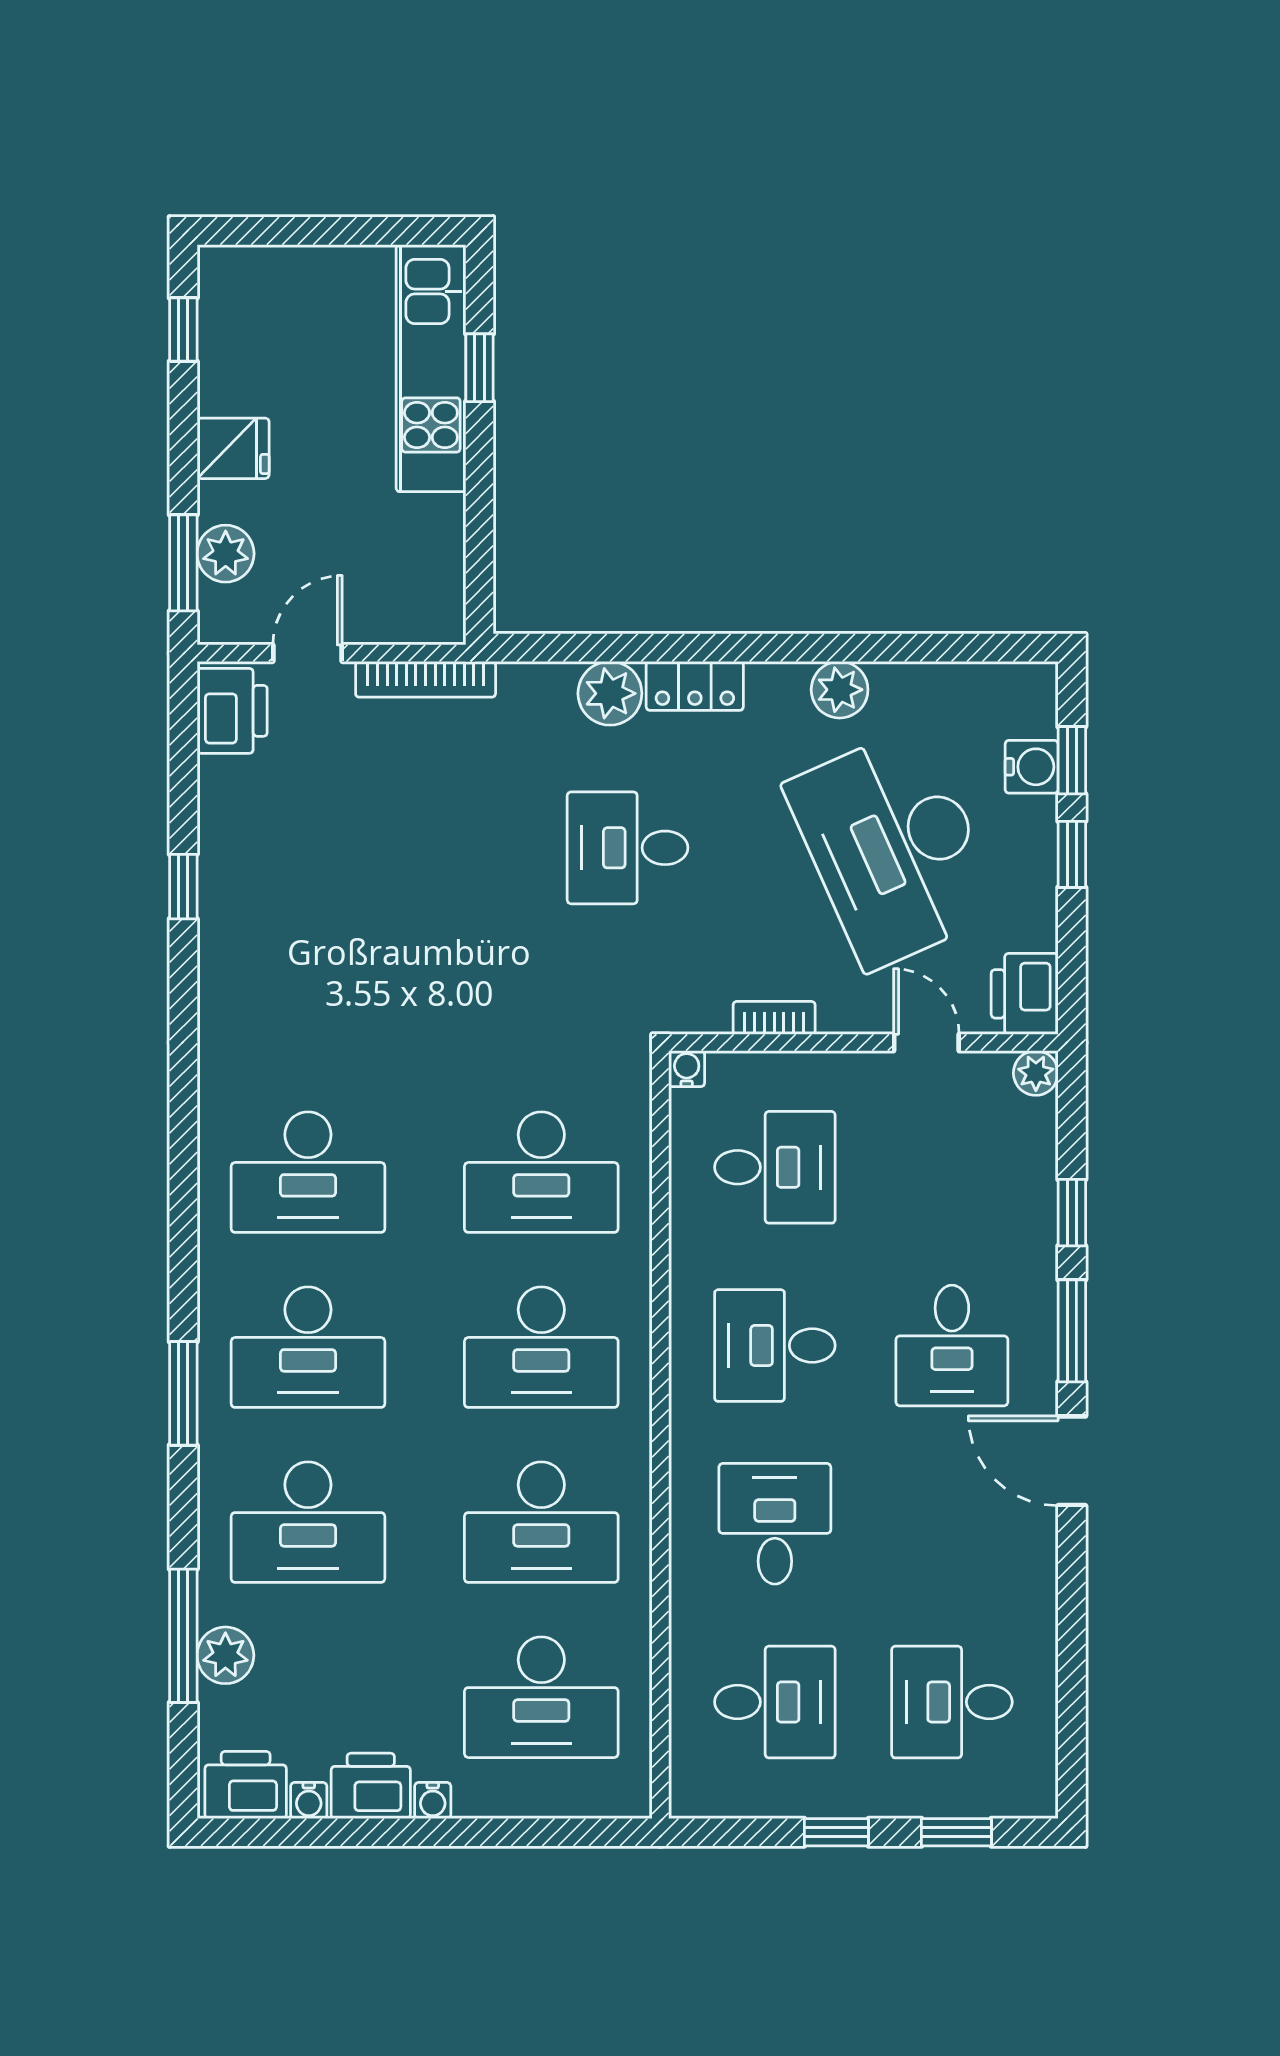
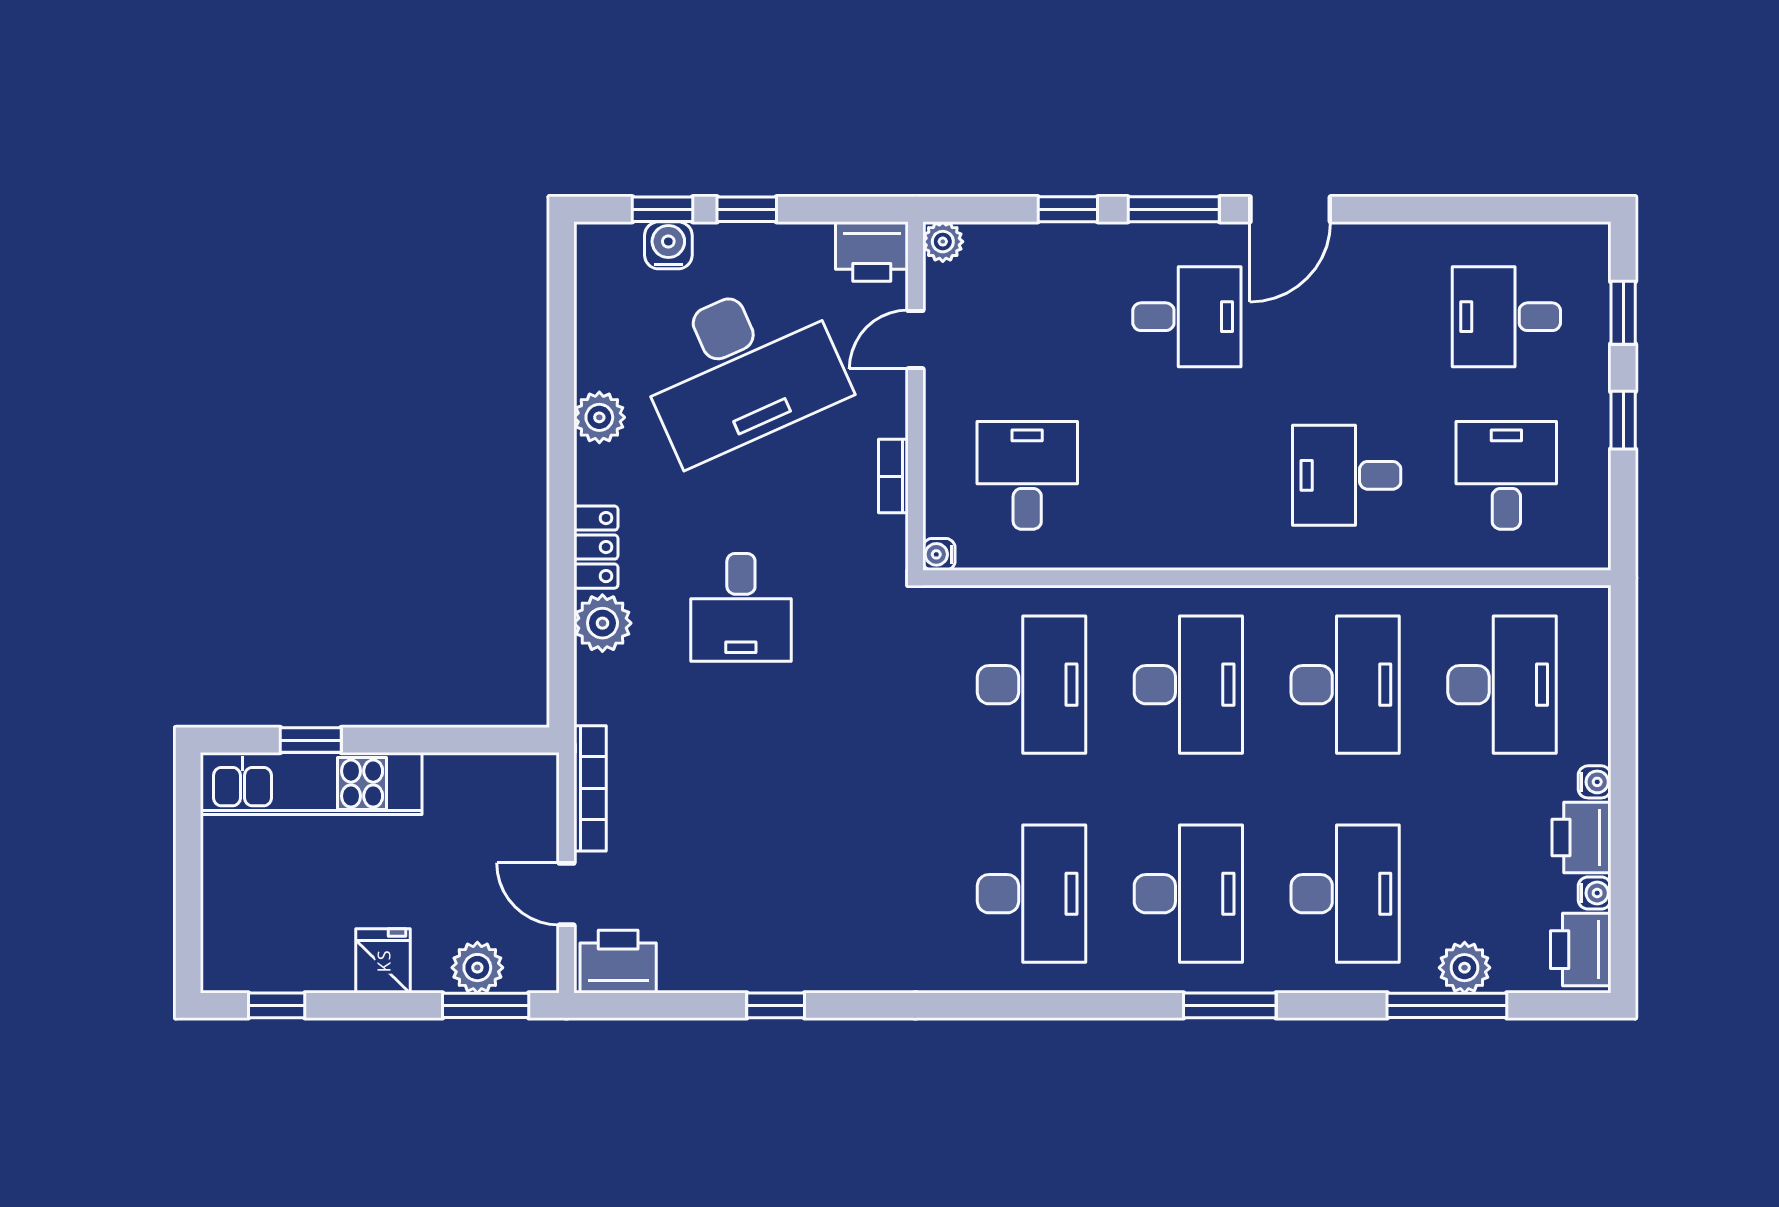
desk: (775, 1346) -> (1187, 475), removed
desk: (952, 1702) -> (1506, 317), turned 90

